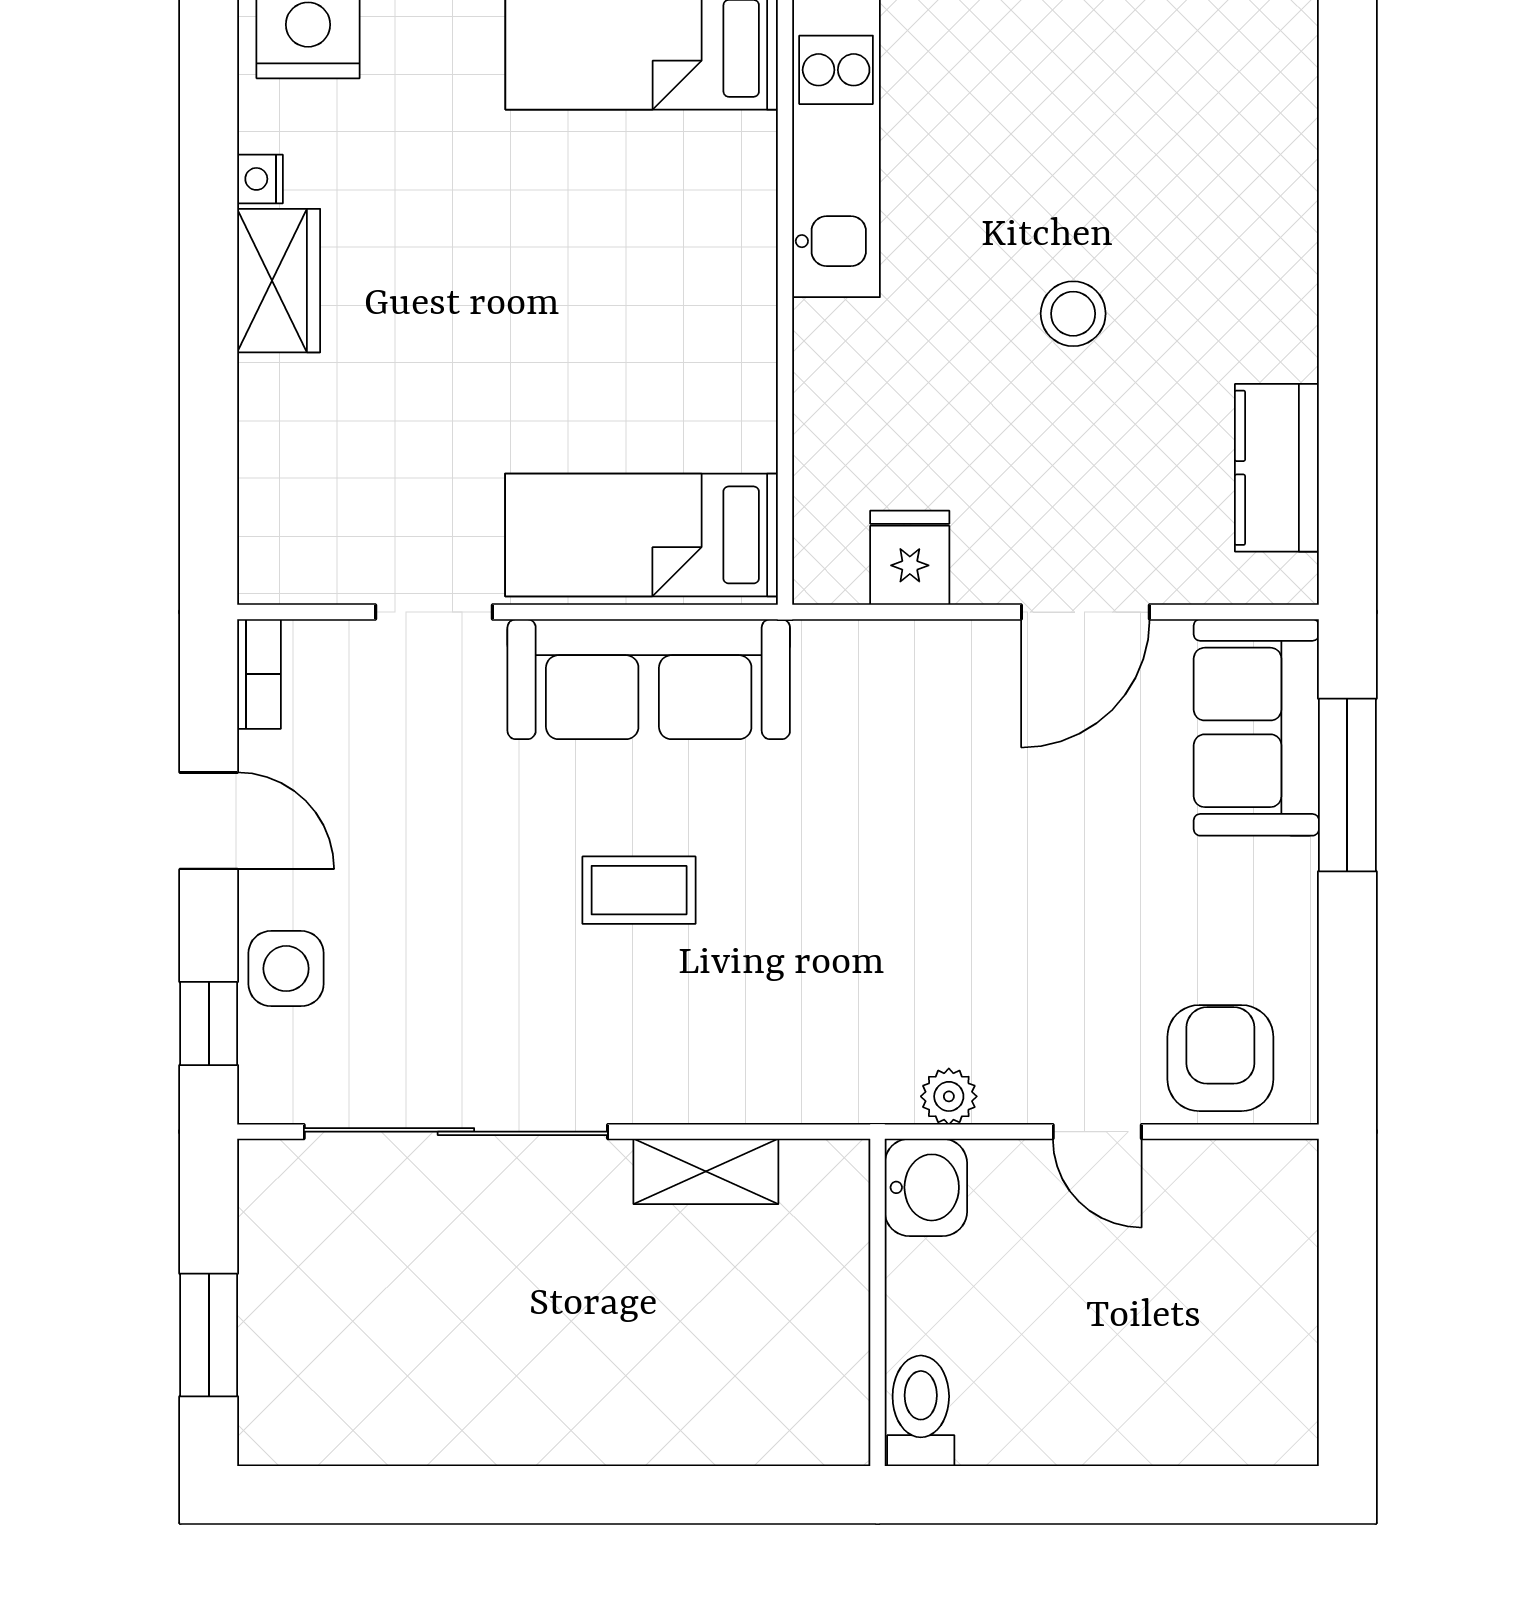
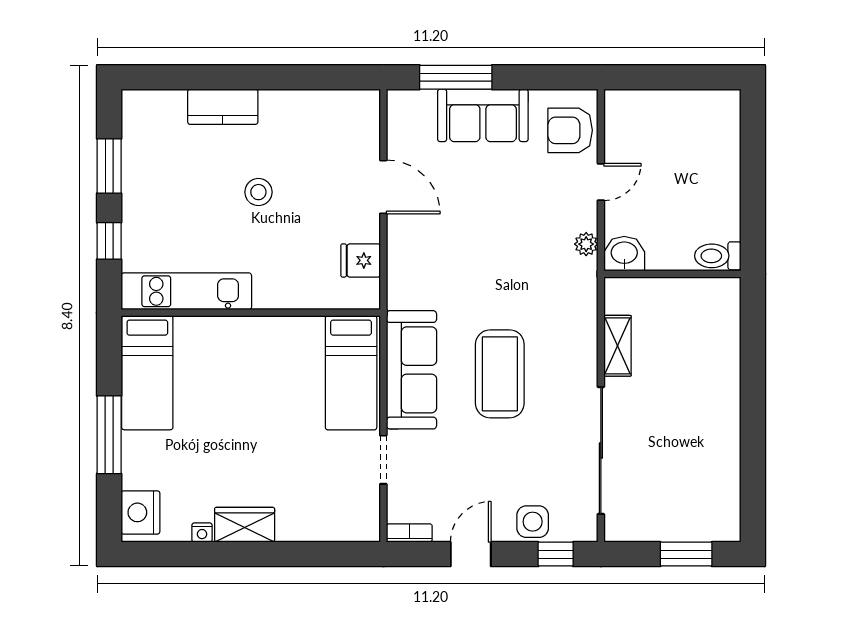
kitchen counter: (1277, 468) -> (223, 107), moved
sofa: (1256, 727) -> (483, 115), moved
coffee table: (639, 890) -> (500, 374), width x1.86, depth x1.72

